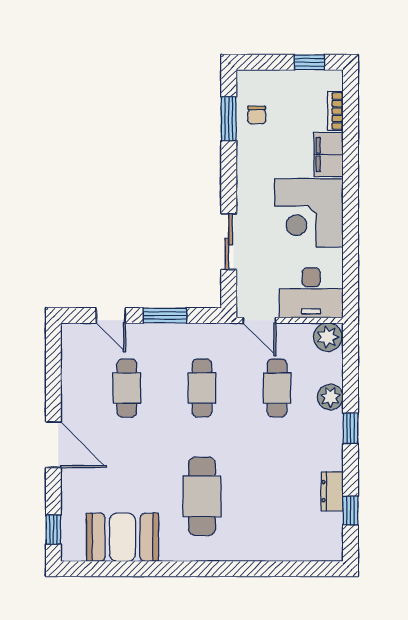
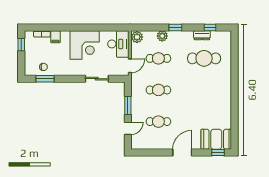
filing cabinet: (328, 155) -> (55, 37), width x0.50
cafe table: (202, 496) -> (204, 58), moved
booth: (122, 537) -> (216, 139), moved, turned 90

